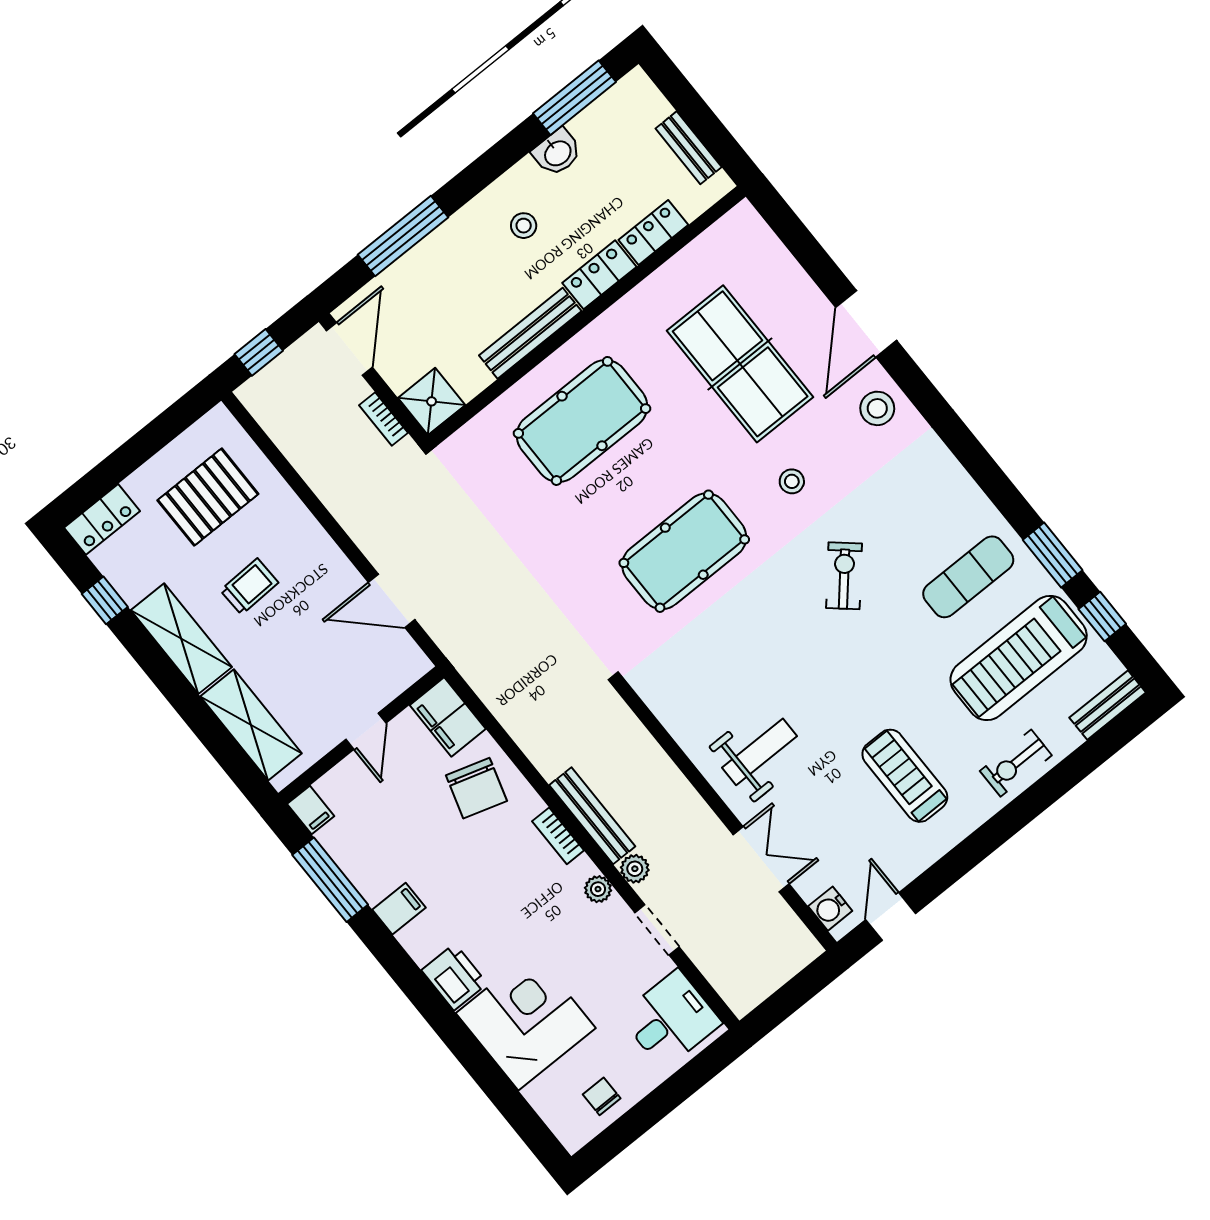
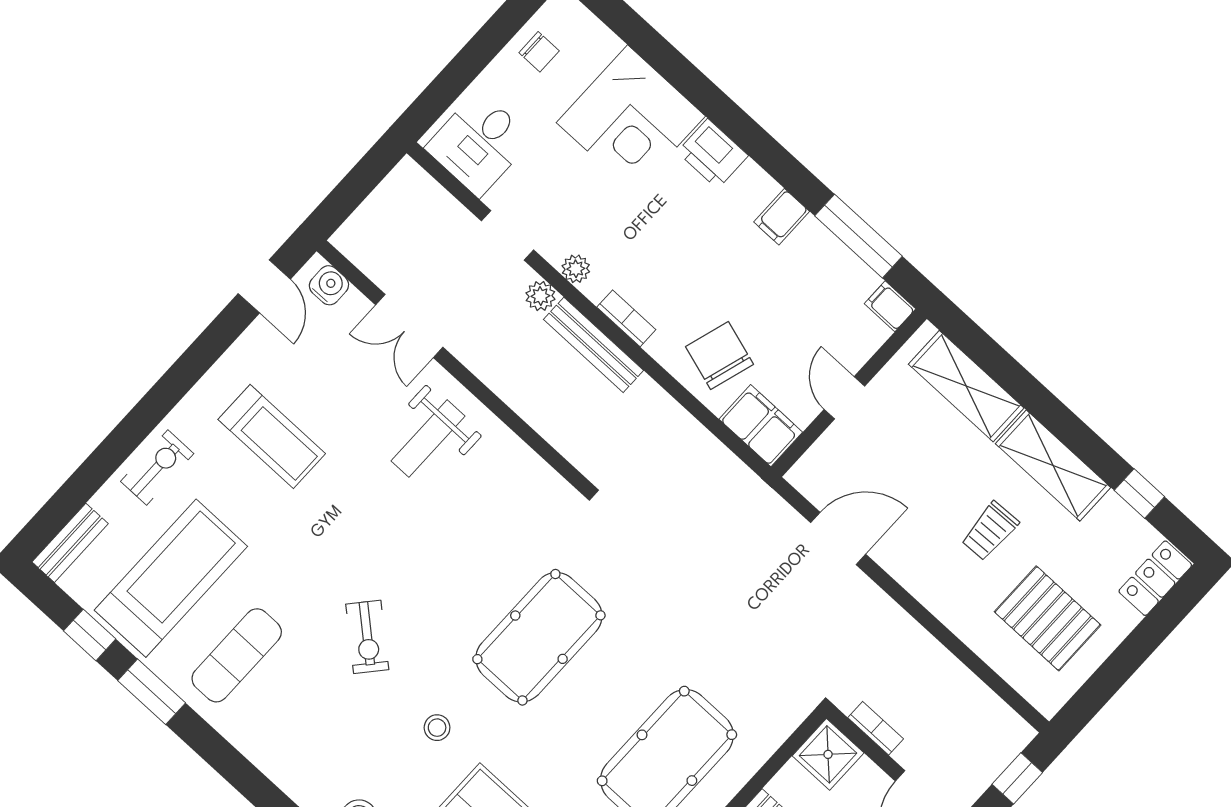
pallet: (208, 497) -> (1048, 618), turned 90

